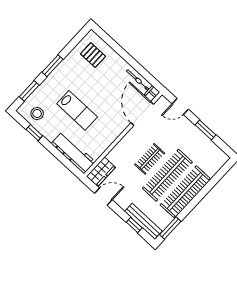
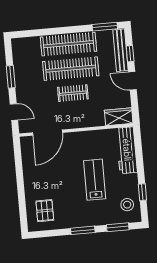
bicycle: (141, 83) -> (28, 156), removed
door: (103, 197) -> (132, 81), moved

